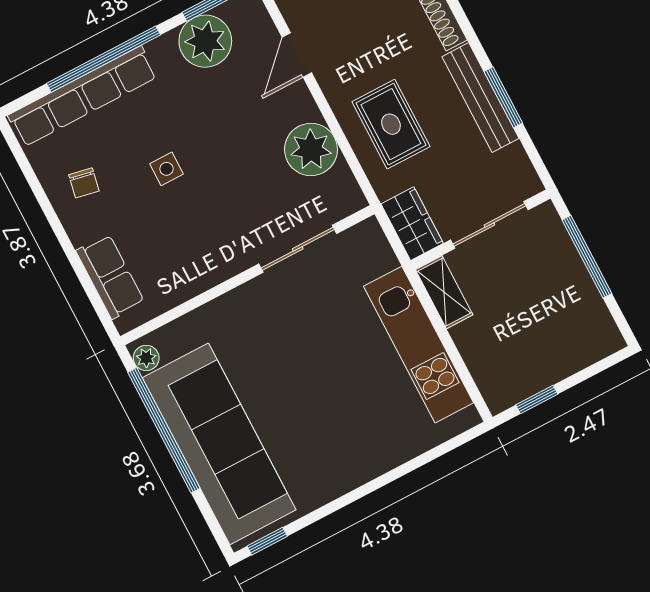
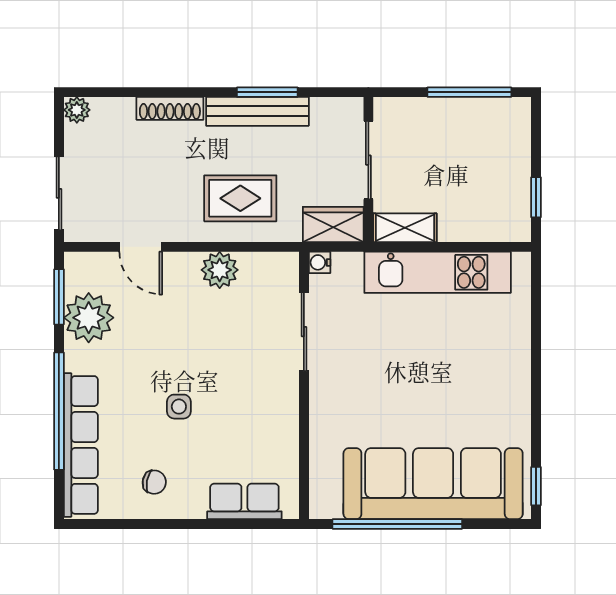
plant: (311, 149) -> (220, 270), width x0.73, depth x0.73
water cooler: (370, 230) -> (320, 262), added
window: (587, 257) -> (469, 92), moved
plant: (146, 358) -> (329, 507), removed

